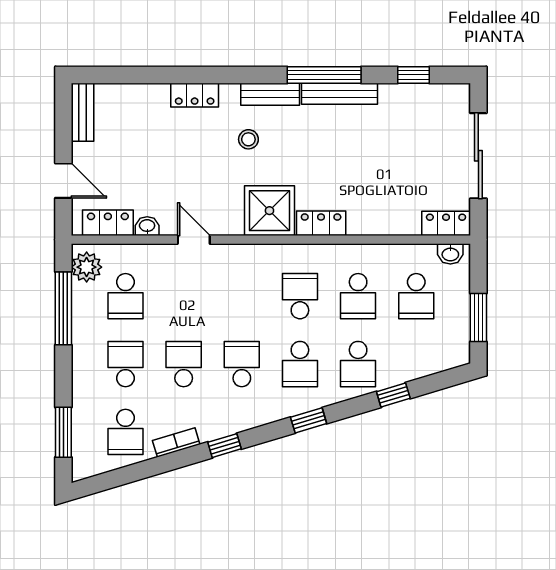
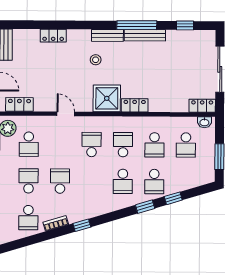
locker: (195, 95) -> (53, 36), moved
washbasin: (147, 226) -> (41, 106), removed
school desk: (242, 364) -> (92, 145), moved
window: (309, 420) -> (145, 207), moved

